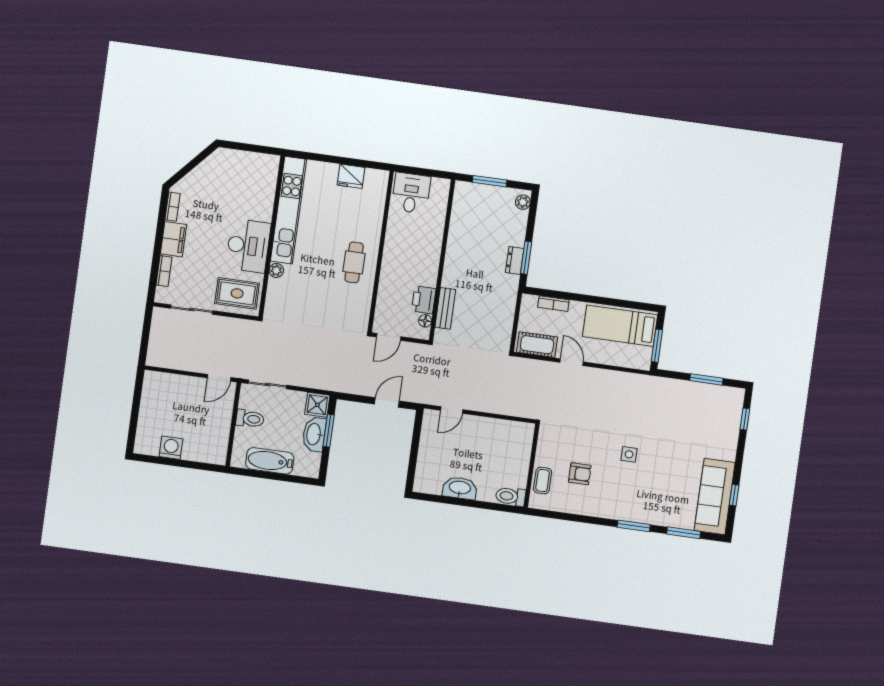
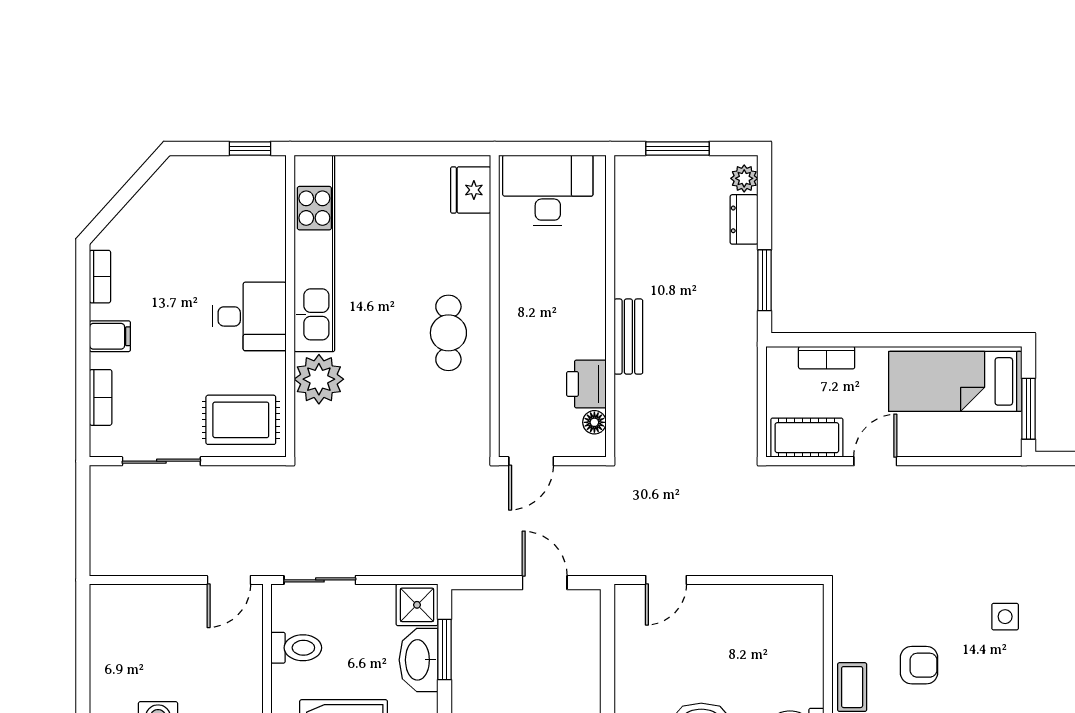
window: (262, 149) -> (250, 148), added
fridge: (351, 176) -> (471, 190), moved, turned 90
desk: (411, 193) -> (548, 190), width x1.37
filing cabinet: (173, 239) -> (110, 336), width x0.50
desk: (248, 246) -> (249, 316), width x0.73
dresser: (515, 261) -> (744, 219), moved
plant: (276, 270) -> (319, 379), width x1.87, depth x1.87
bench: (445, 308) -> (628, 337), moved
door: (572, 362) -> (875, 461), hinge flipped
door: (387, 402) -> (545, 583), hinge flipped

